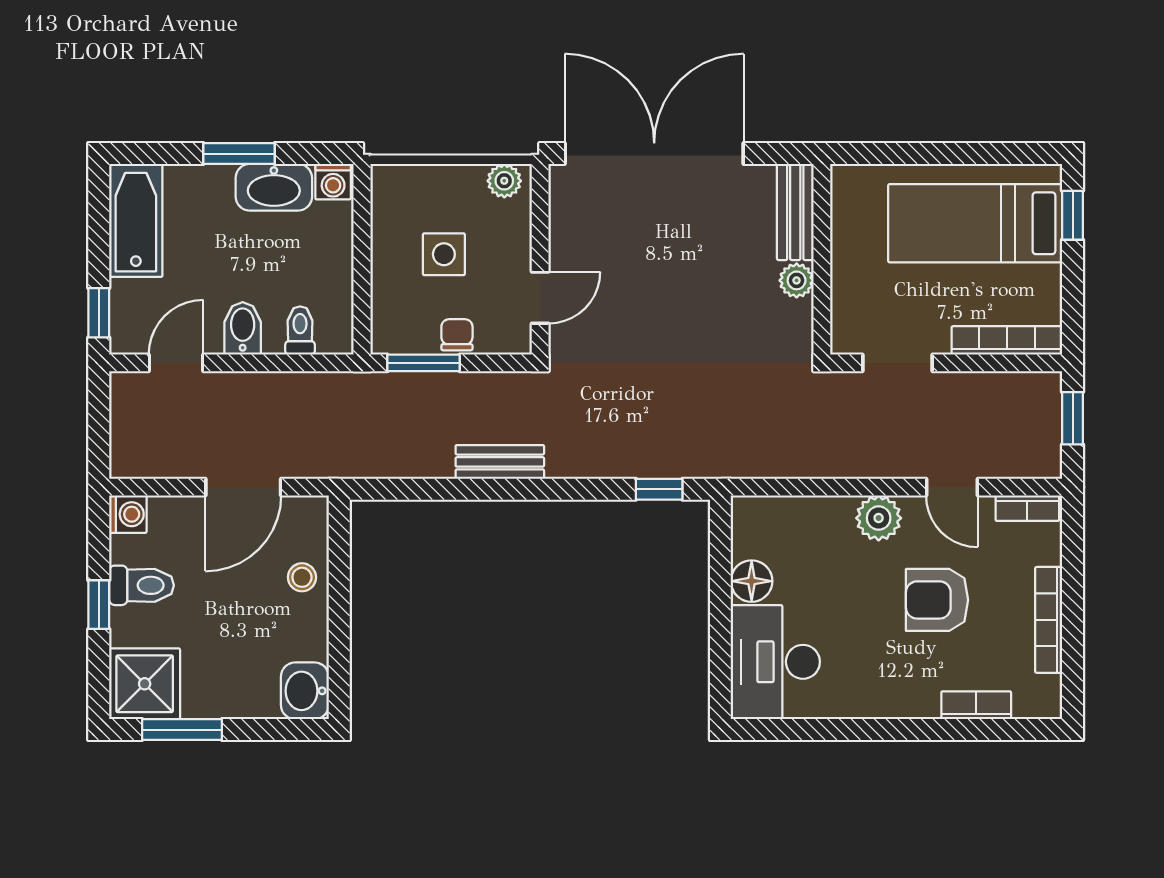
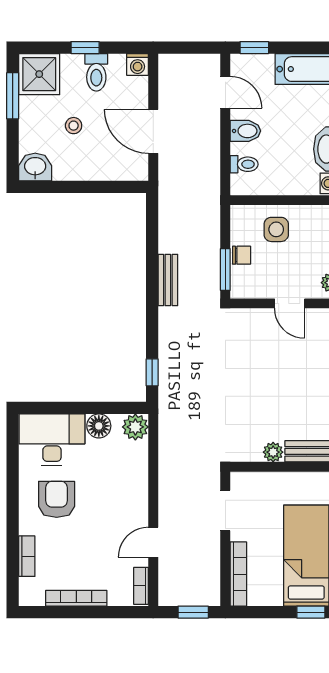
side table: (444, 254) -> (276, 229), moved
door: (540, 298) -> (290, 303), moved
window: (423, 363) -> (225, 270), moved
plant: (879, 518) -> (135, 427), moved
stool: (302, 577) -> (74, 126), moved
armchair: (937, 600) -> (57, 499), moved

